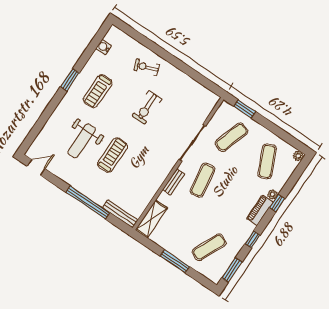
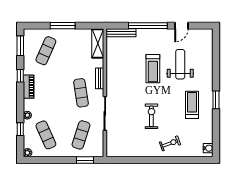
water cooler: (104, 47) -> (208, 148), moved
door: (36, 167) -> (181, 26), moved
window: (277, 203) -> (20, 129), moved
piano: (260, 210) -> (29, 87), moved

